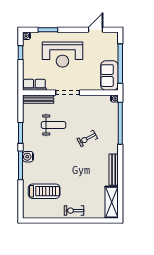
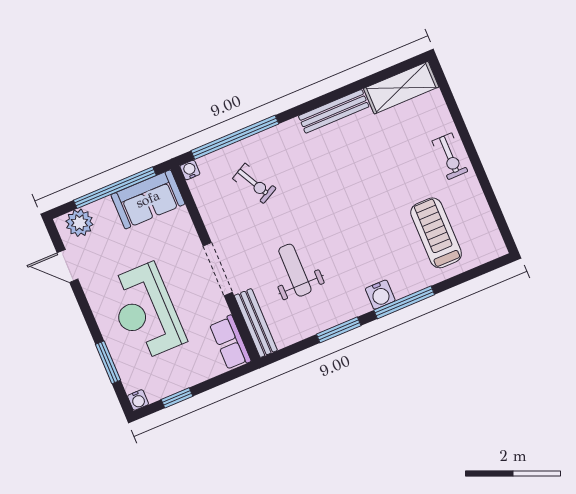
plant: (112, 43) -> (79, 223), added
reception desk: (62, 55) -> (145, 312), turned 180
exercise bike: (87, 139) -> (254, 183), moved

